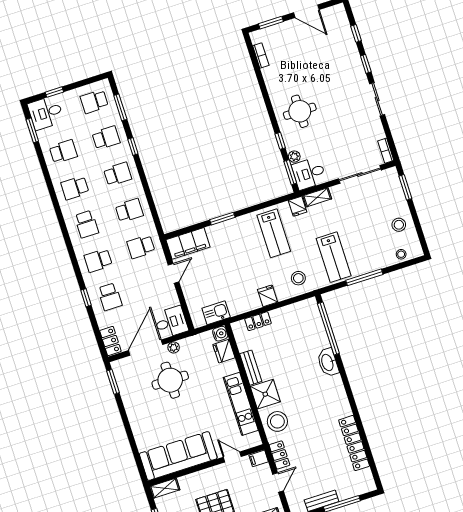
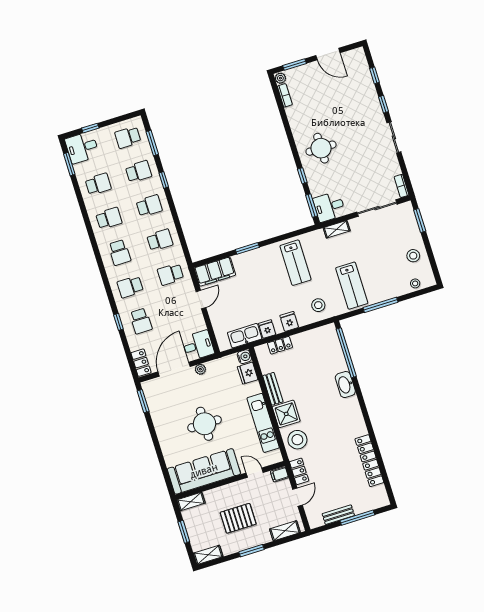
plant: (294, 157) -> (280, 78), moved
school desk: (75, 188) -> (109, 218), turned 180
fridge: (297, 206) -> (267, 329), moved, turned 180
kitchen sink: (216, 313) -> (245, 336), width x1.38
round table: (170, 380) -> (205, 424), moved

